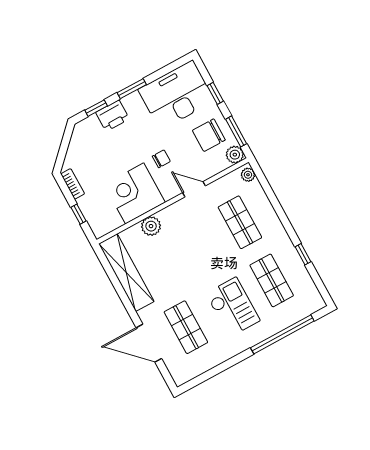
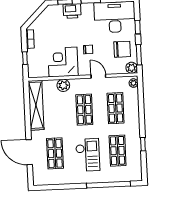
chair: (209, 135) -> (122, 49), turned 180
shop shelf: (197, 246) -> (84, 110), added

